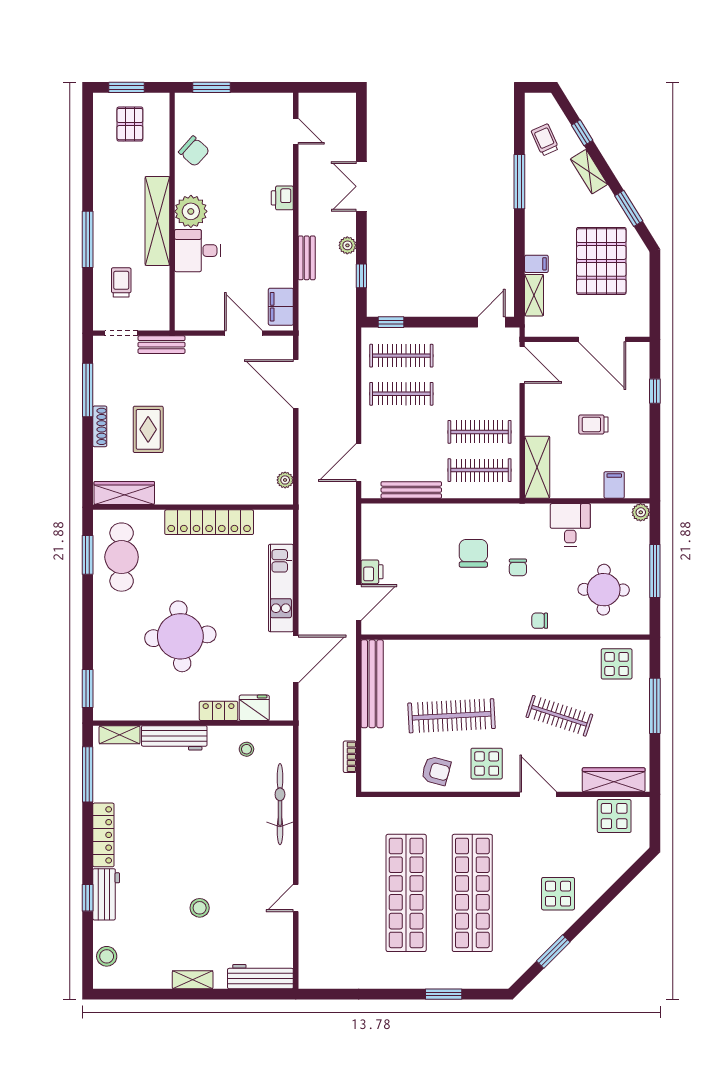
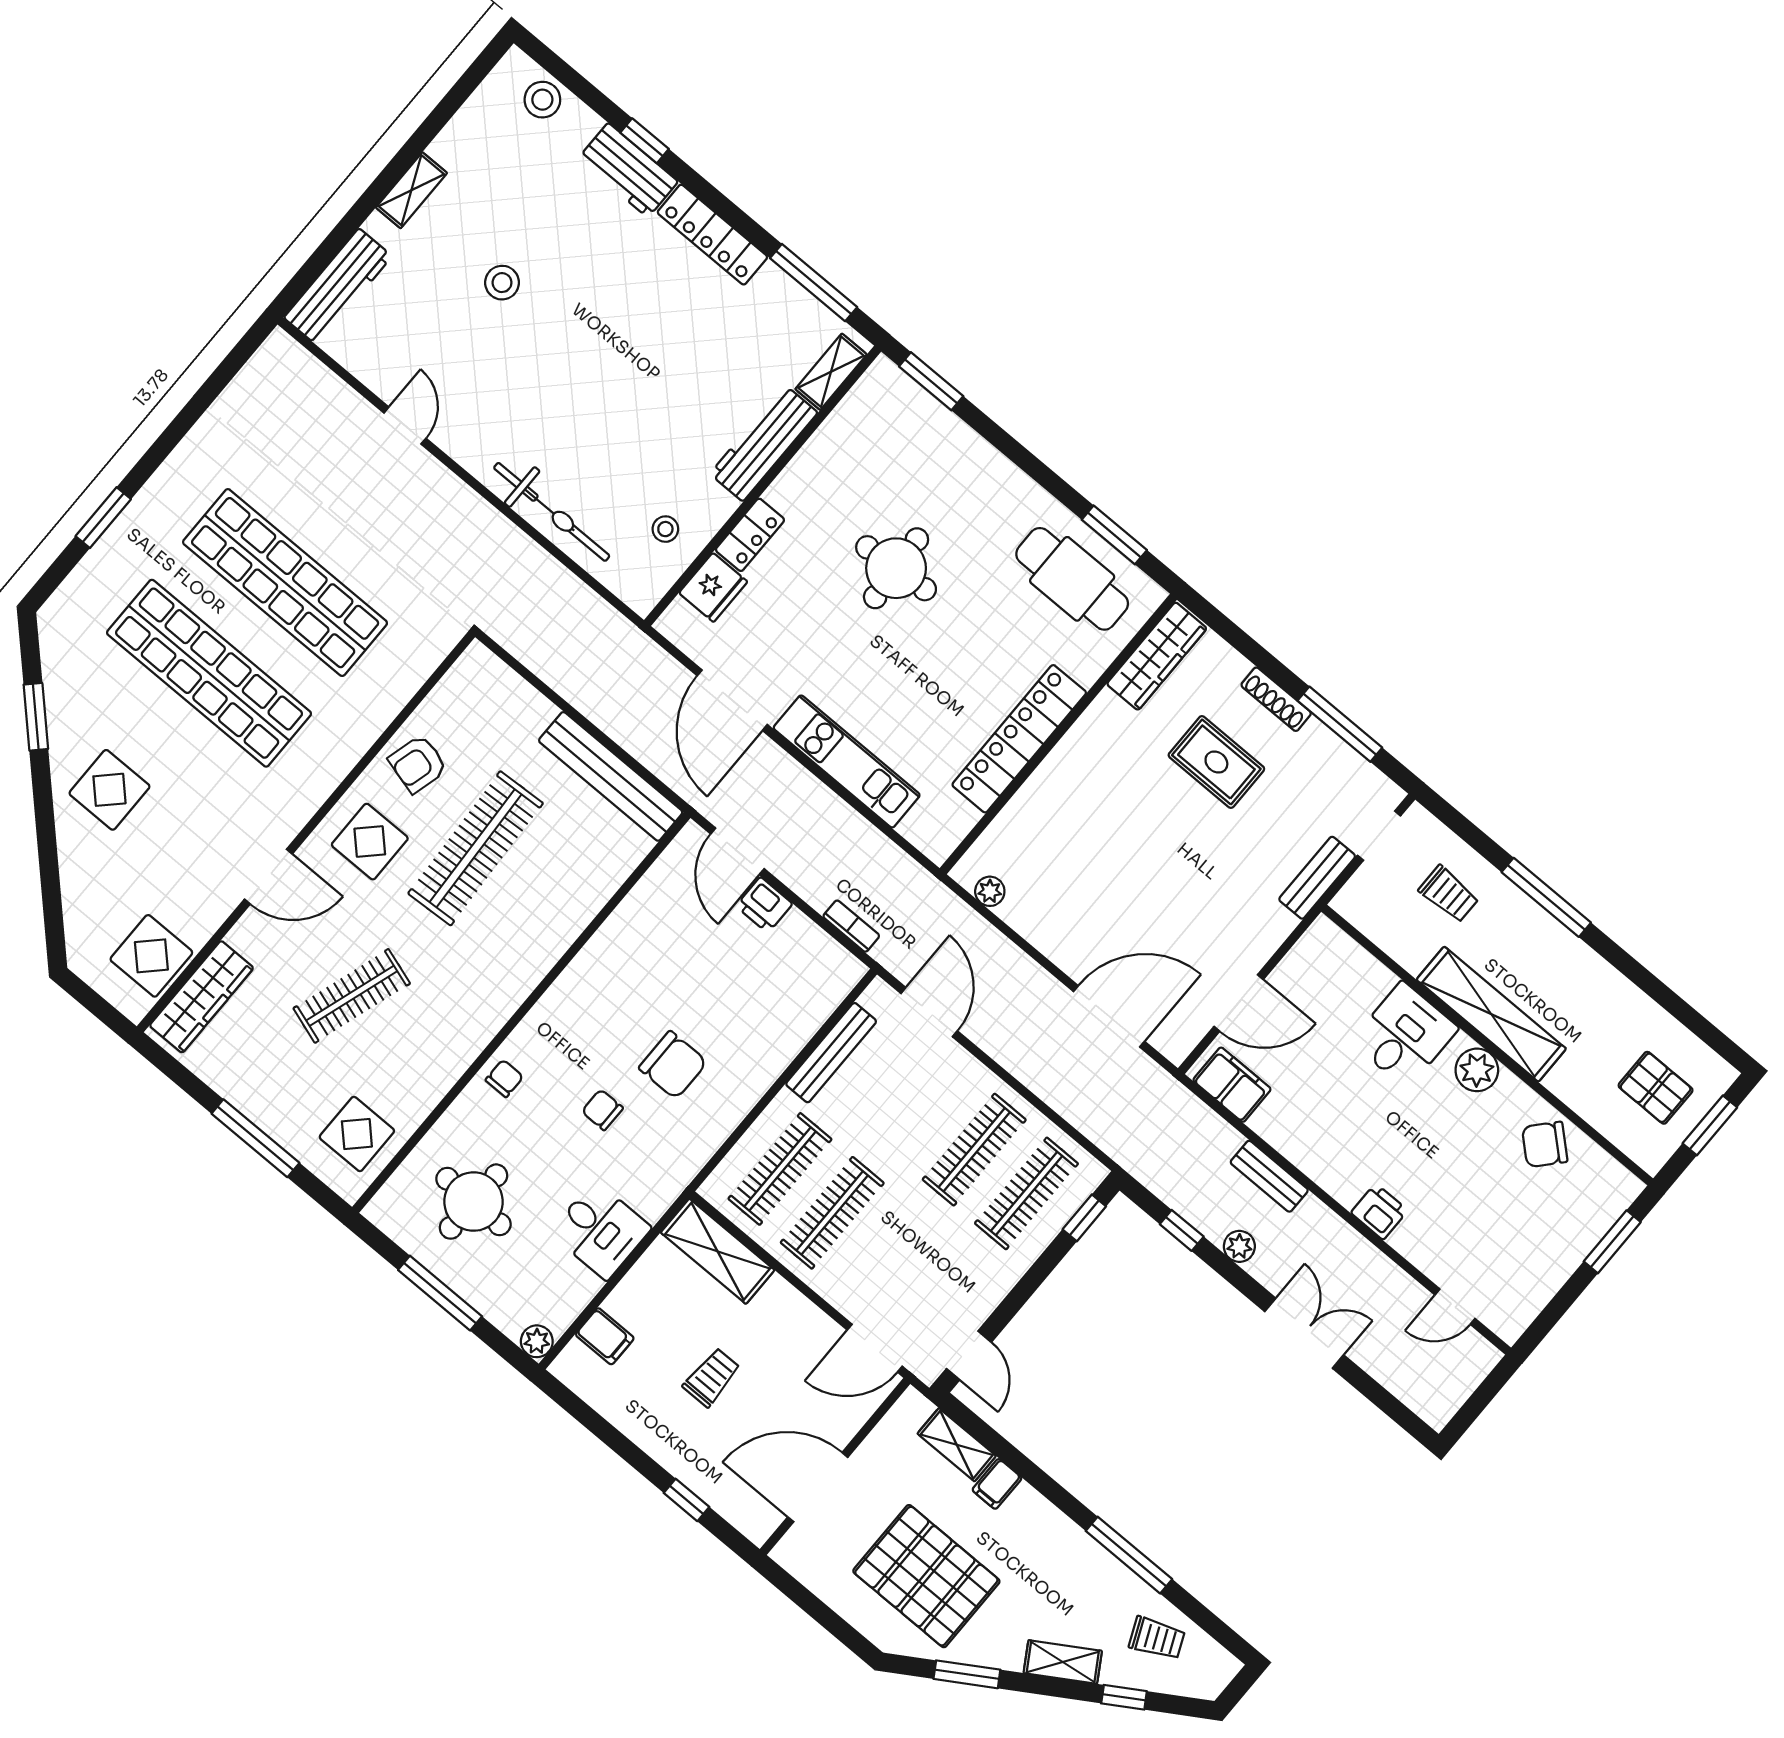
plant: (191, 211) -> (1477, 1070), width x0.73, depth x0.73
round table: (180, 636) -> (896, 568), width x0.73, depth x0.73
bookcase: (350, 757) -> (851, 926), moved

